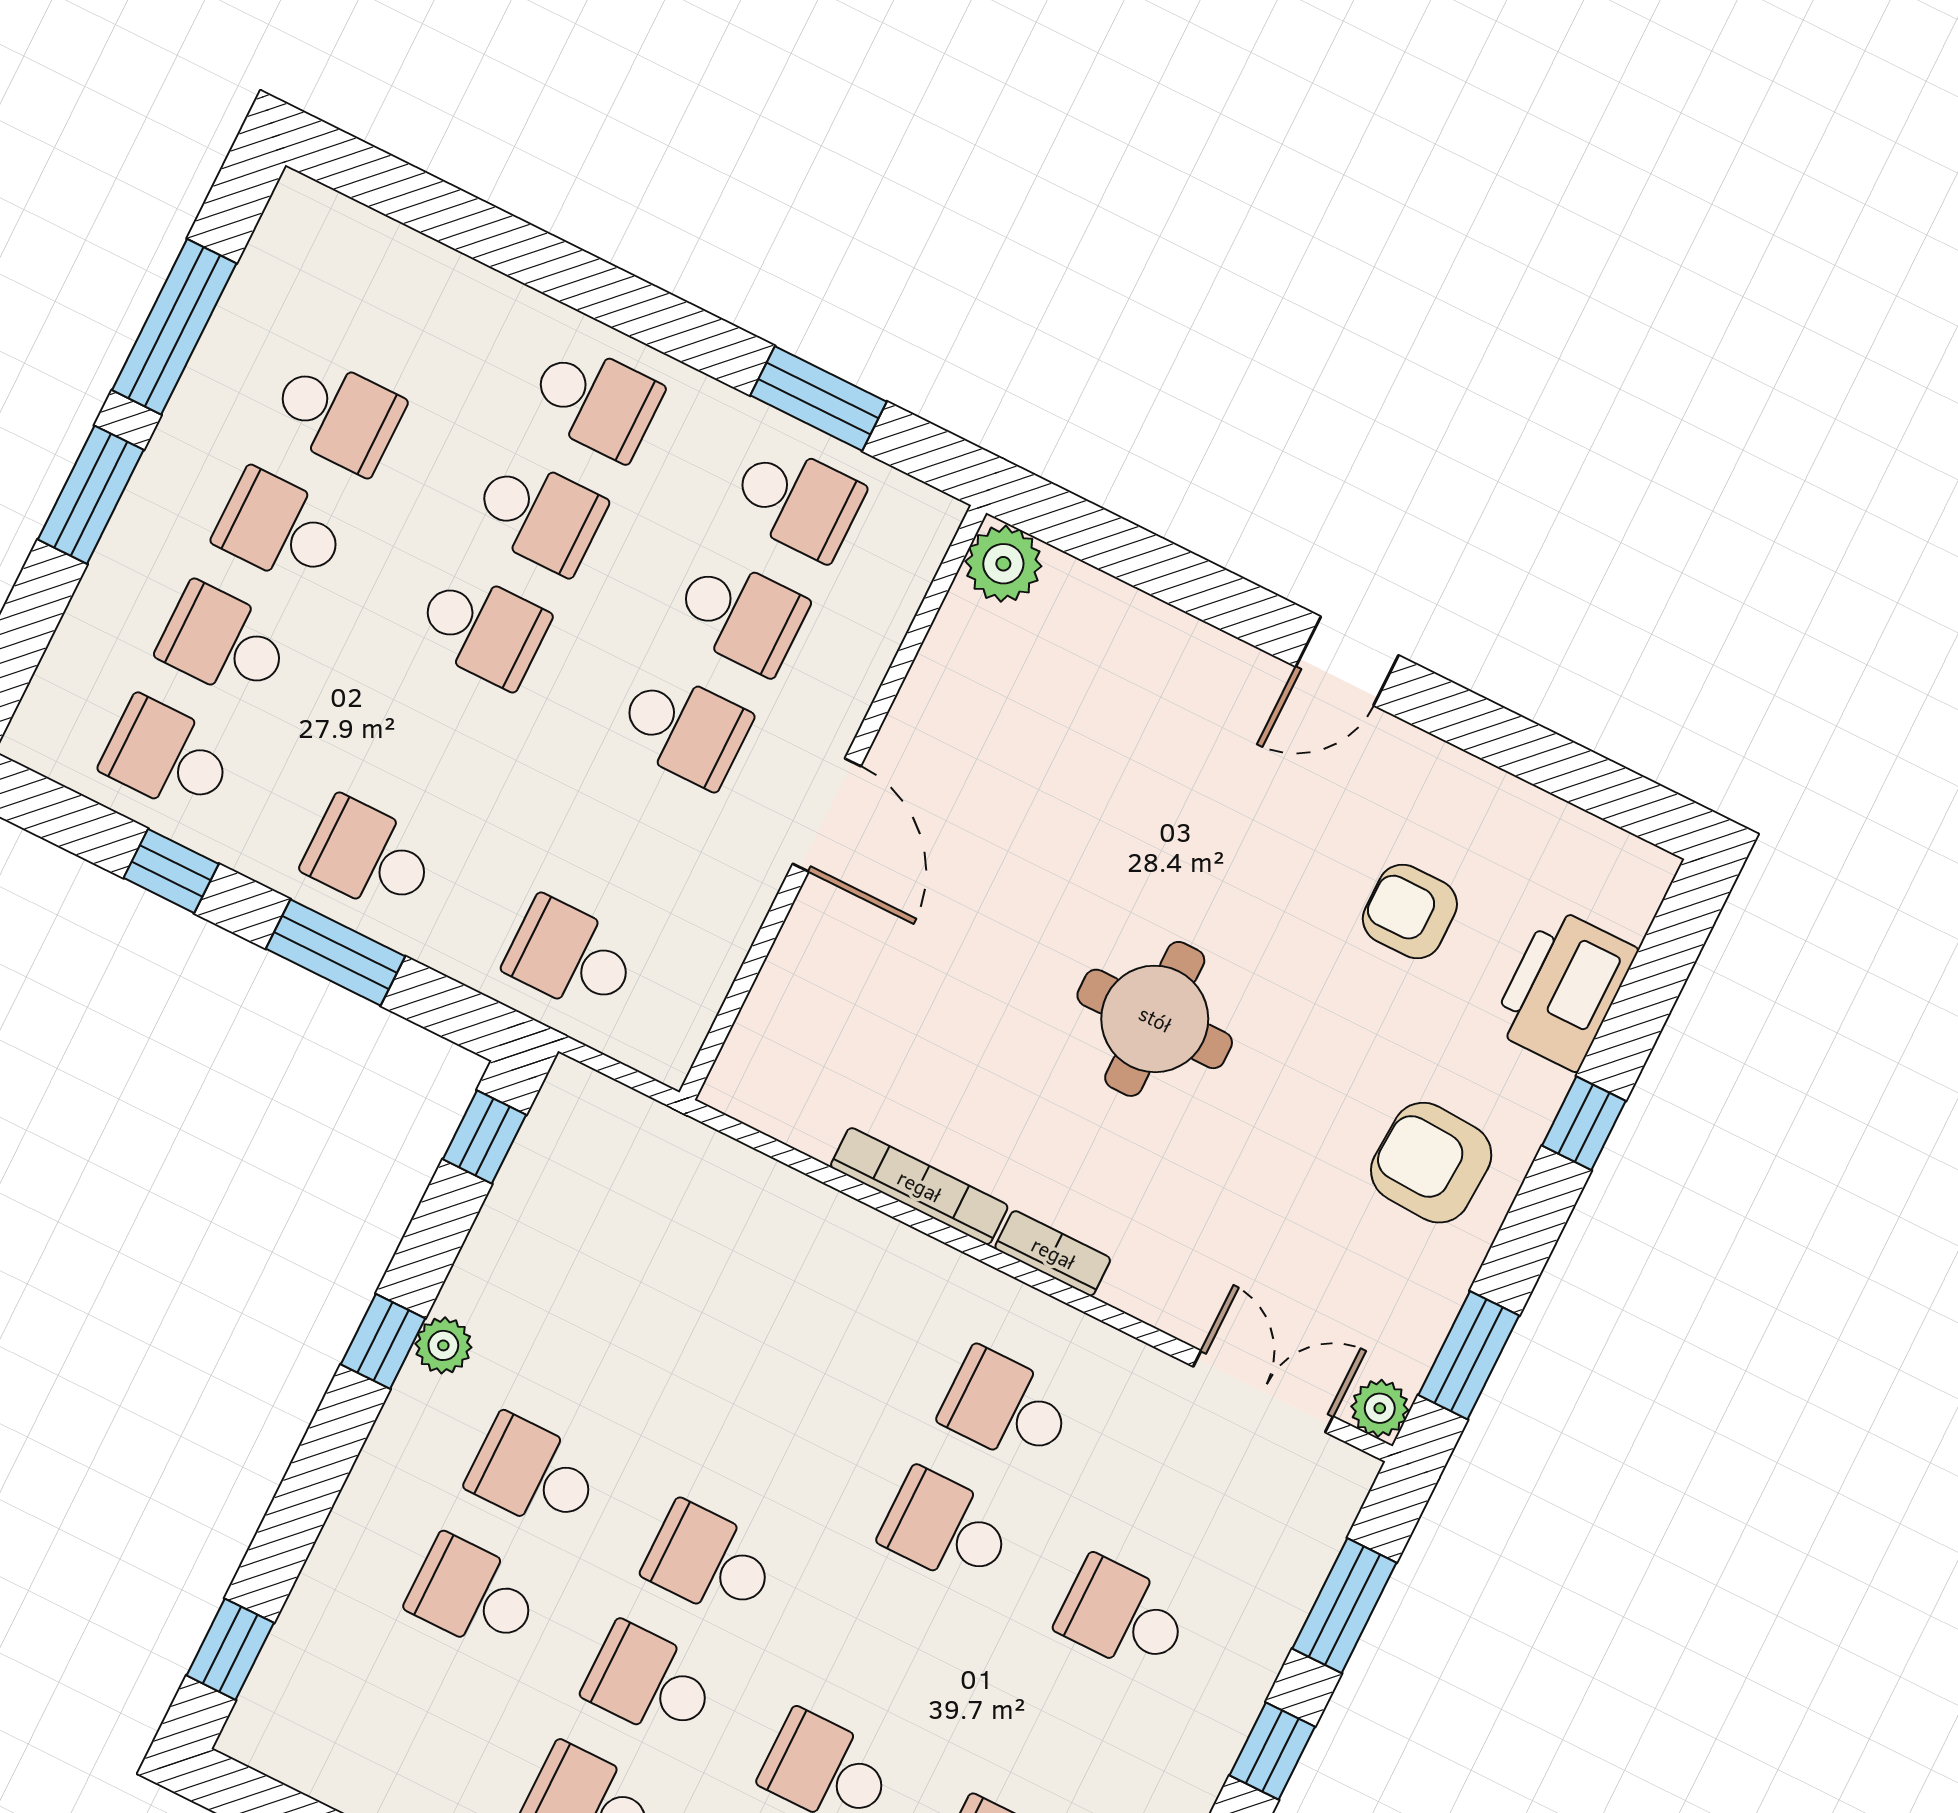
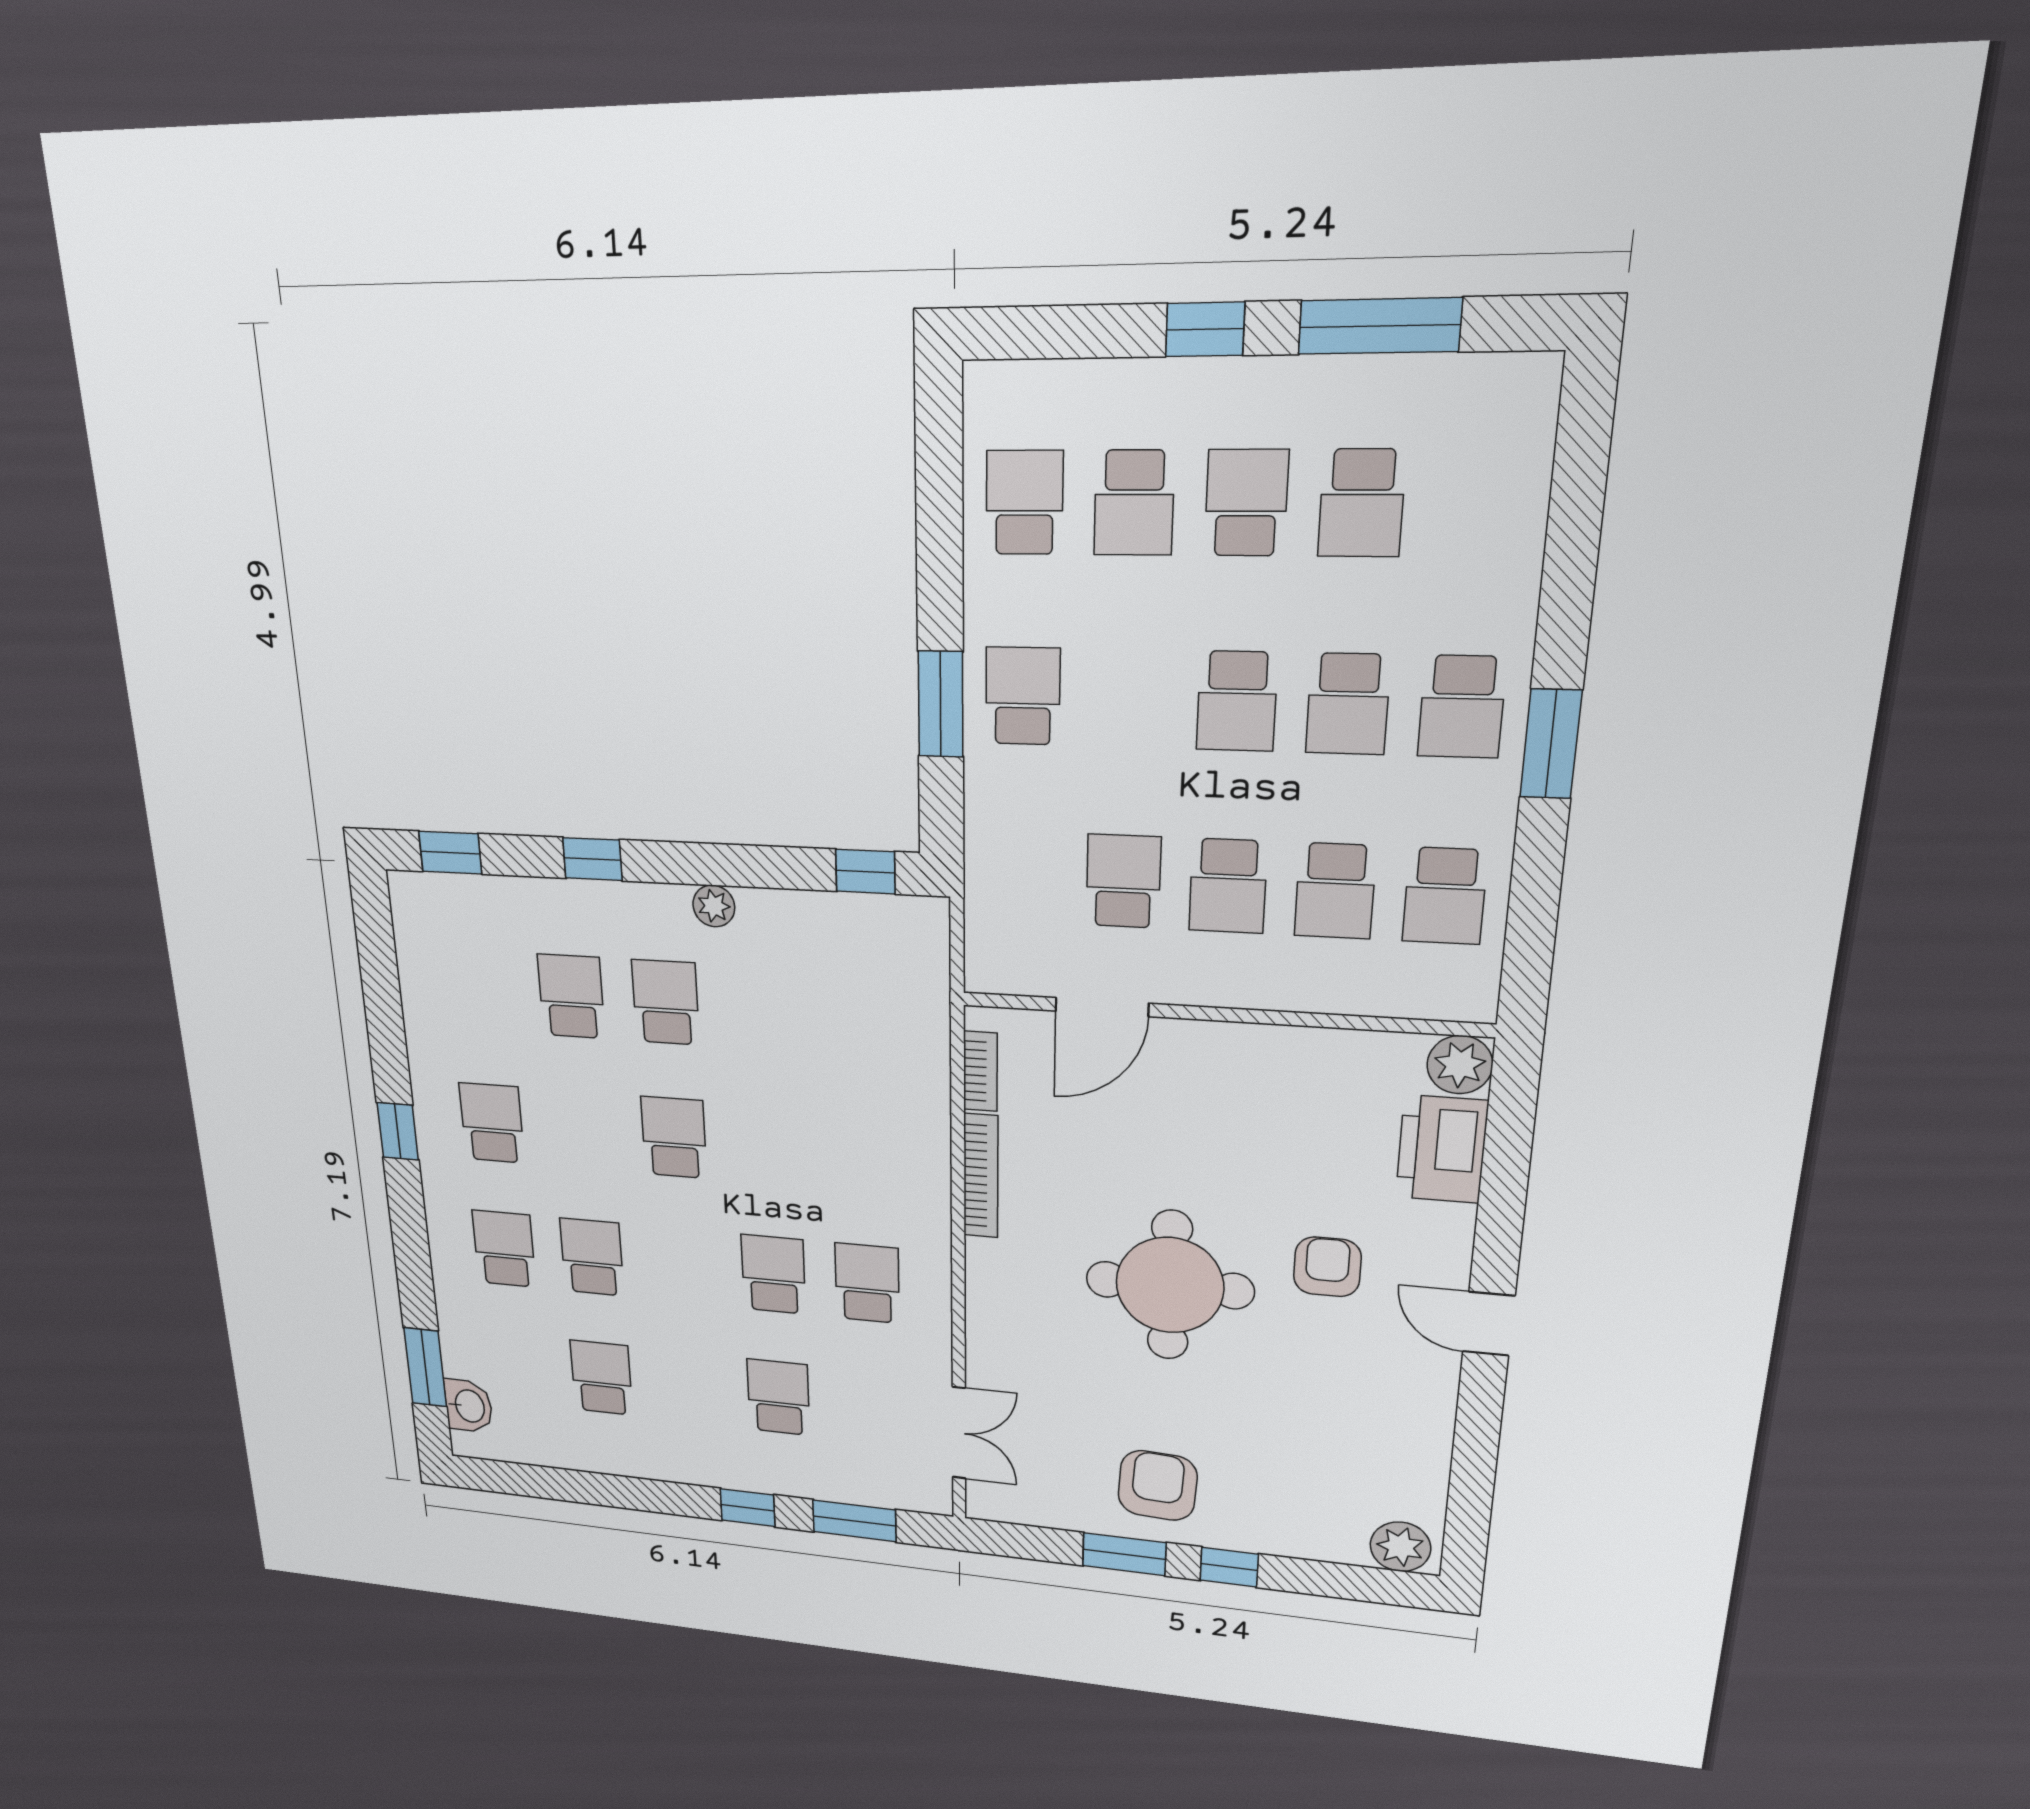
window: (819, 399) -> (1551, 744), moved
window: (91, 495) -> (1205, 329), width x0.67
school desk: (224, 642) -> (1134, 503), turned 180
door: (827, 815) -> (1102, 1007), moved
window: (171, 871) -> (940, 550), removed
armchair: (1410, 911) -> (1327, 1267), moved
school desk: (571, 956) -> (1123, 881), moved
printer: (1564, 989) -> (1442, 1149), moved, turned -90
round table: (1155, 1019) -> (1170, 1285), width x1.36, depth x1.36
bookcase: (1053, 1253) -> (980, 1071), moved
window: (383, 1341) -> (592, 859), moved
window: (1469, 1355) -> (1124, 1554), moved
plant: (1380, 1408) -> (1400, 1547), moved, width x1.38, depth x1.38
school desk: (650, 1682) -> (582, 1130), removed

